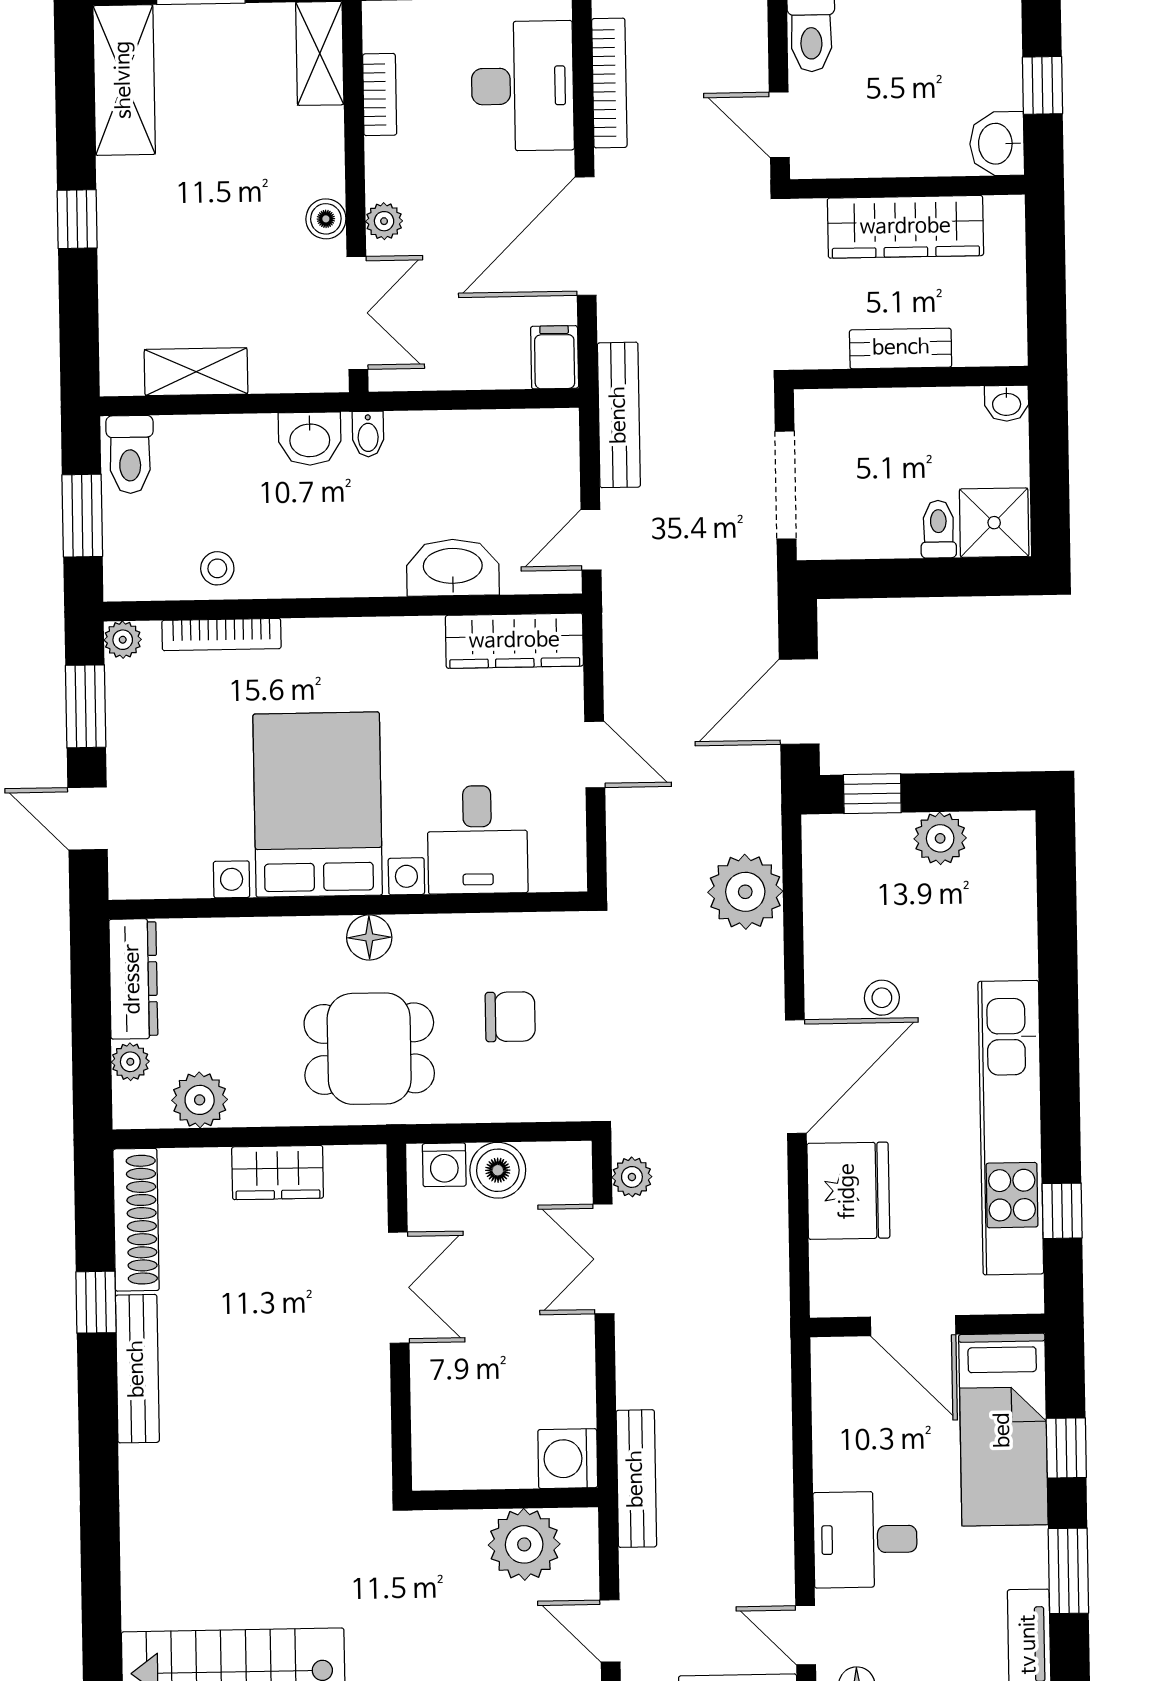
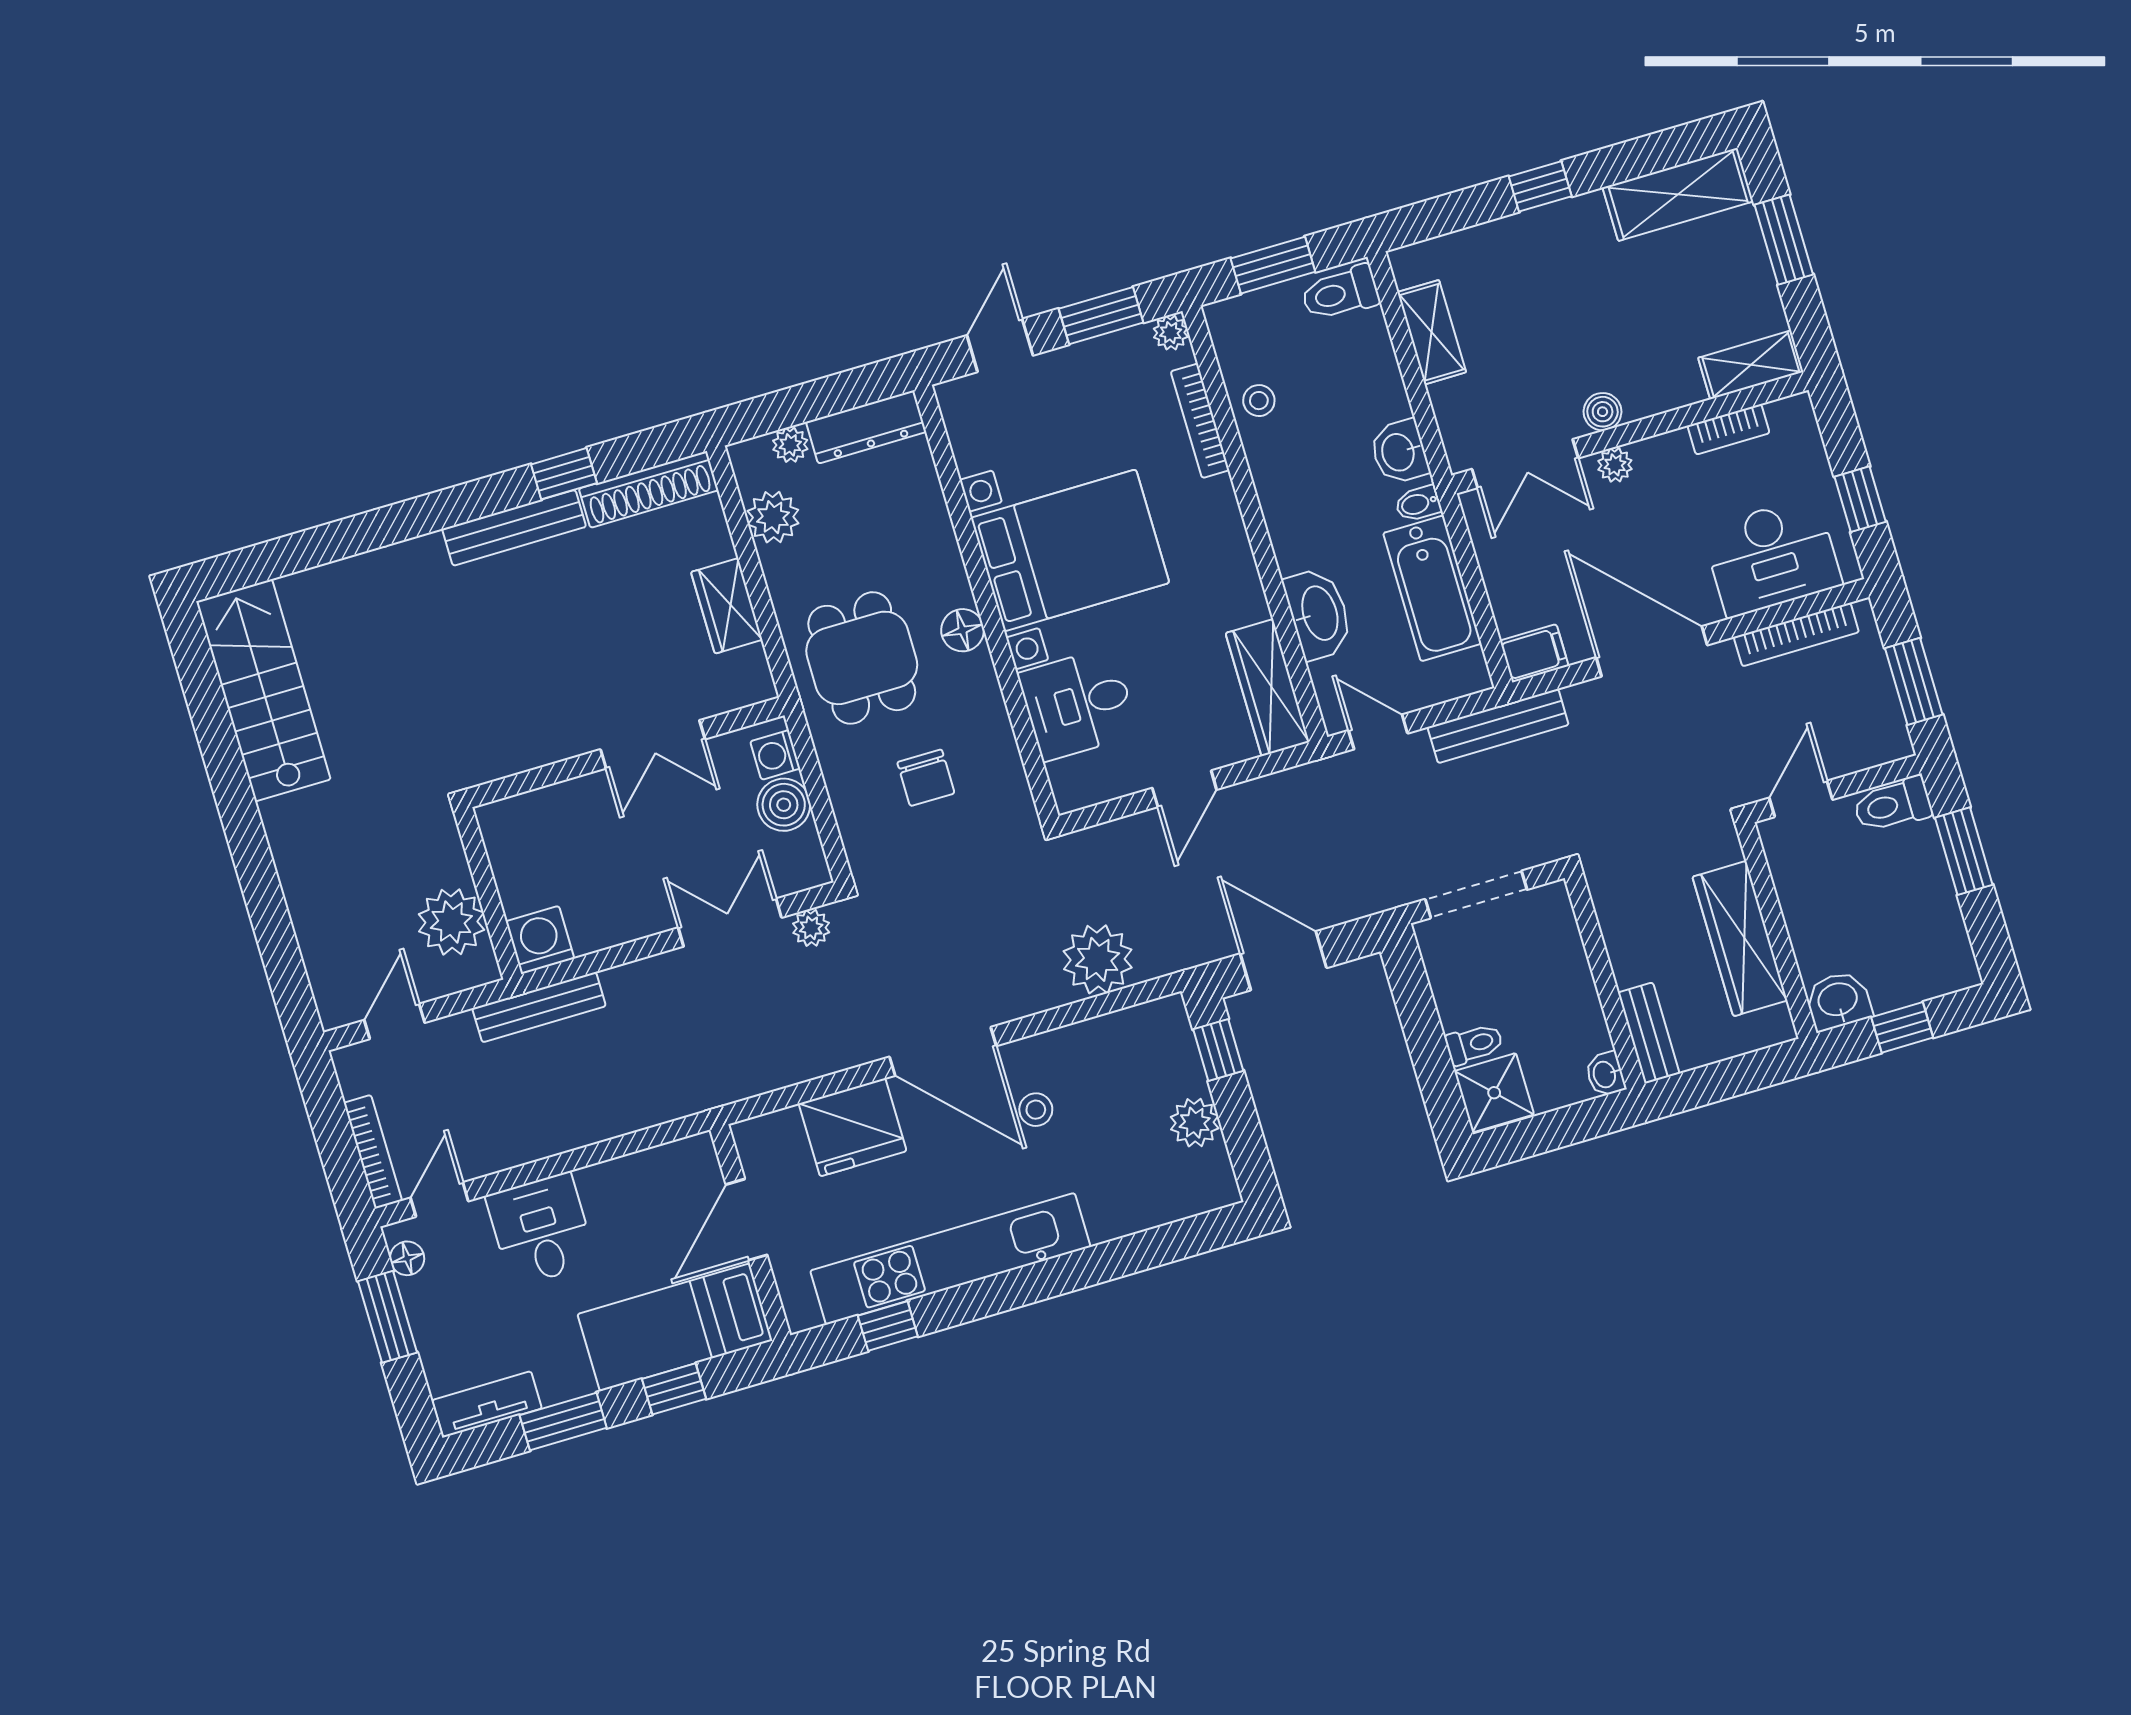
bench: (901, 348) -> (1649, 1033), moved
bathtub: (459, 444) -> (1432, 588), added

